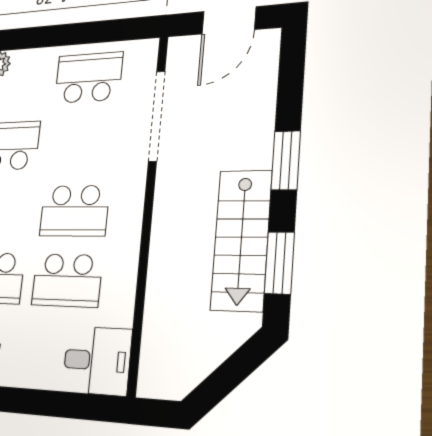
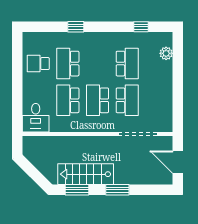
school desk: (89, 78) -> (127, 100), moved

